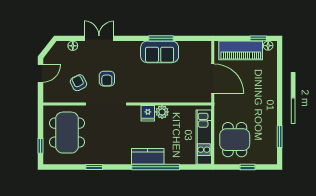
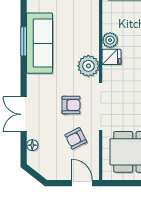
sofa: (160, 52) -> (40, 43), width x1.36
door: (41, 73) -> (82, 183), moved
plant: (140, 94) -> (88, 66), added

